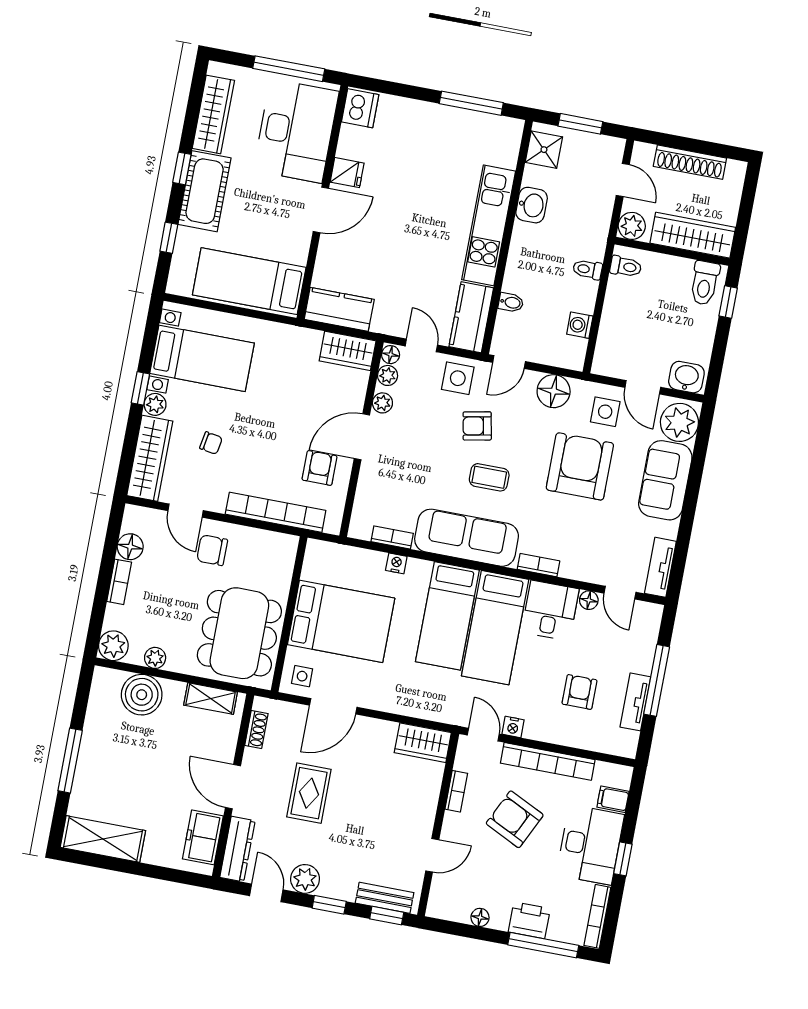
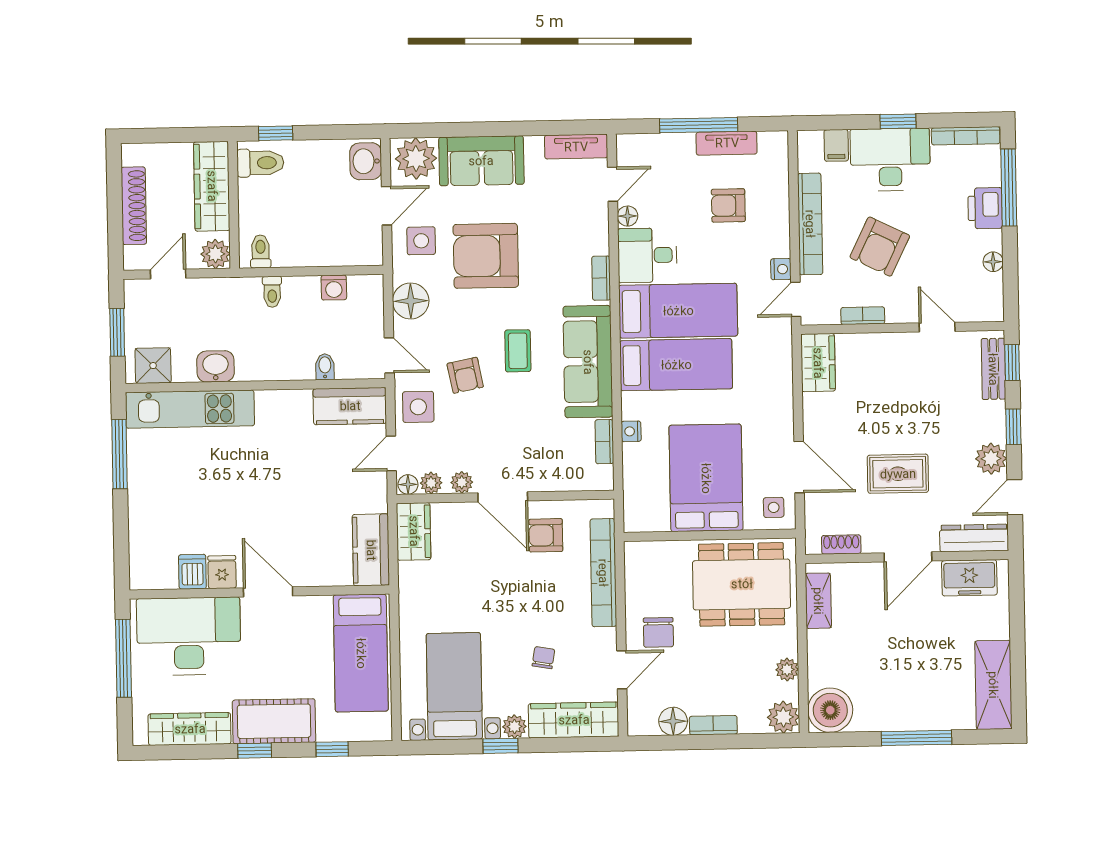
dishwasher: (360, 108) -> (192, 572), moved, width x0.73
kitchen unit: (489, 225) -> (190, 409), moved
boiler: (142, 695) -> (830, 710), moved

